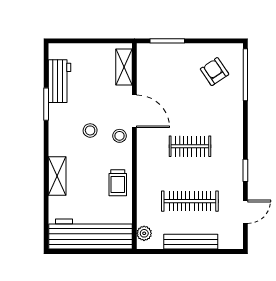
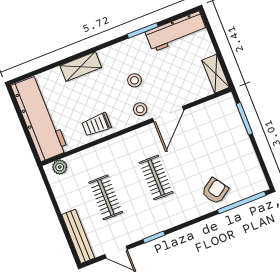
shelving: (124, 67) -> (216, 74), moved, turned 90
armchair: (215, 72) -> (215, 191), moved
workbench: (59, 81) -> (176, 31), width x1.38
clothes rail: (190, 201) -> (106, 197), width x0.73
bench: (191, 242) -> (78, 236), moved

